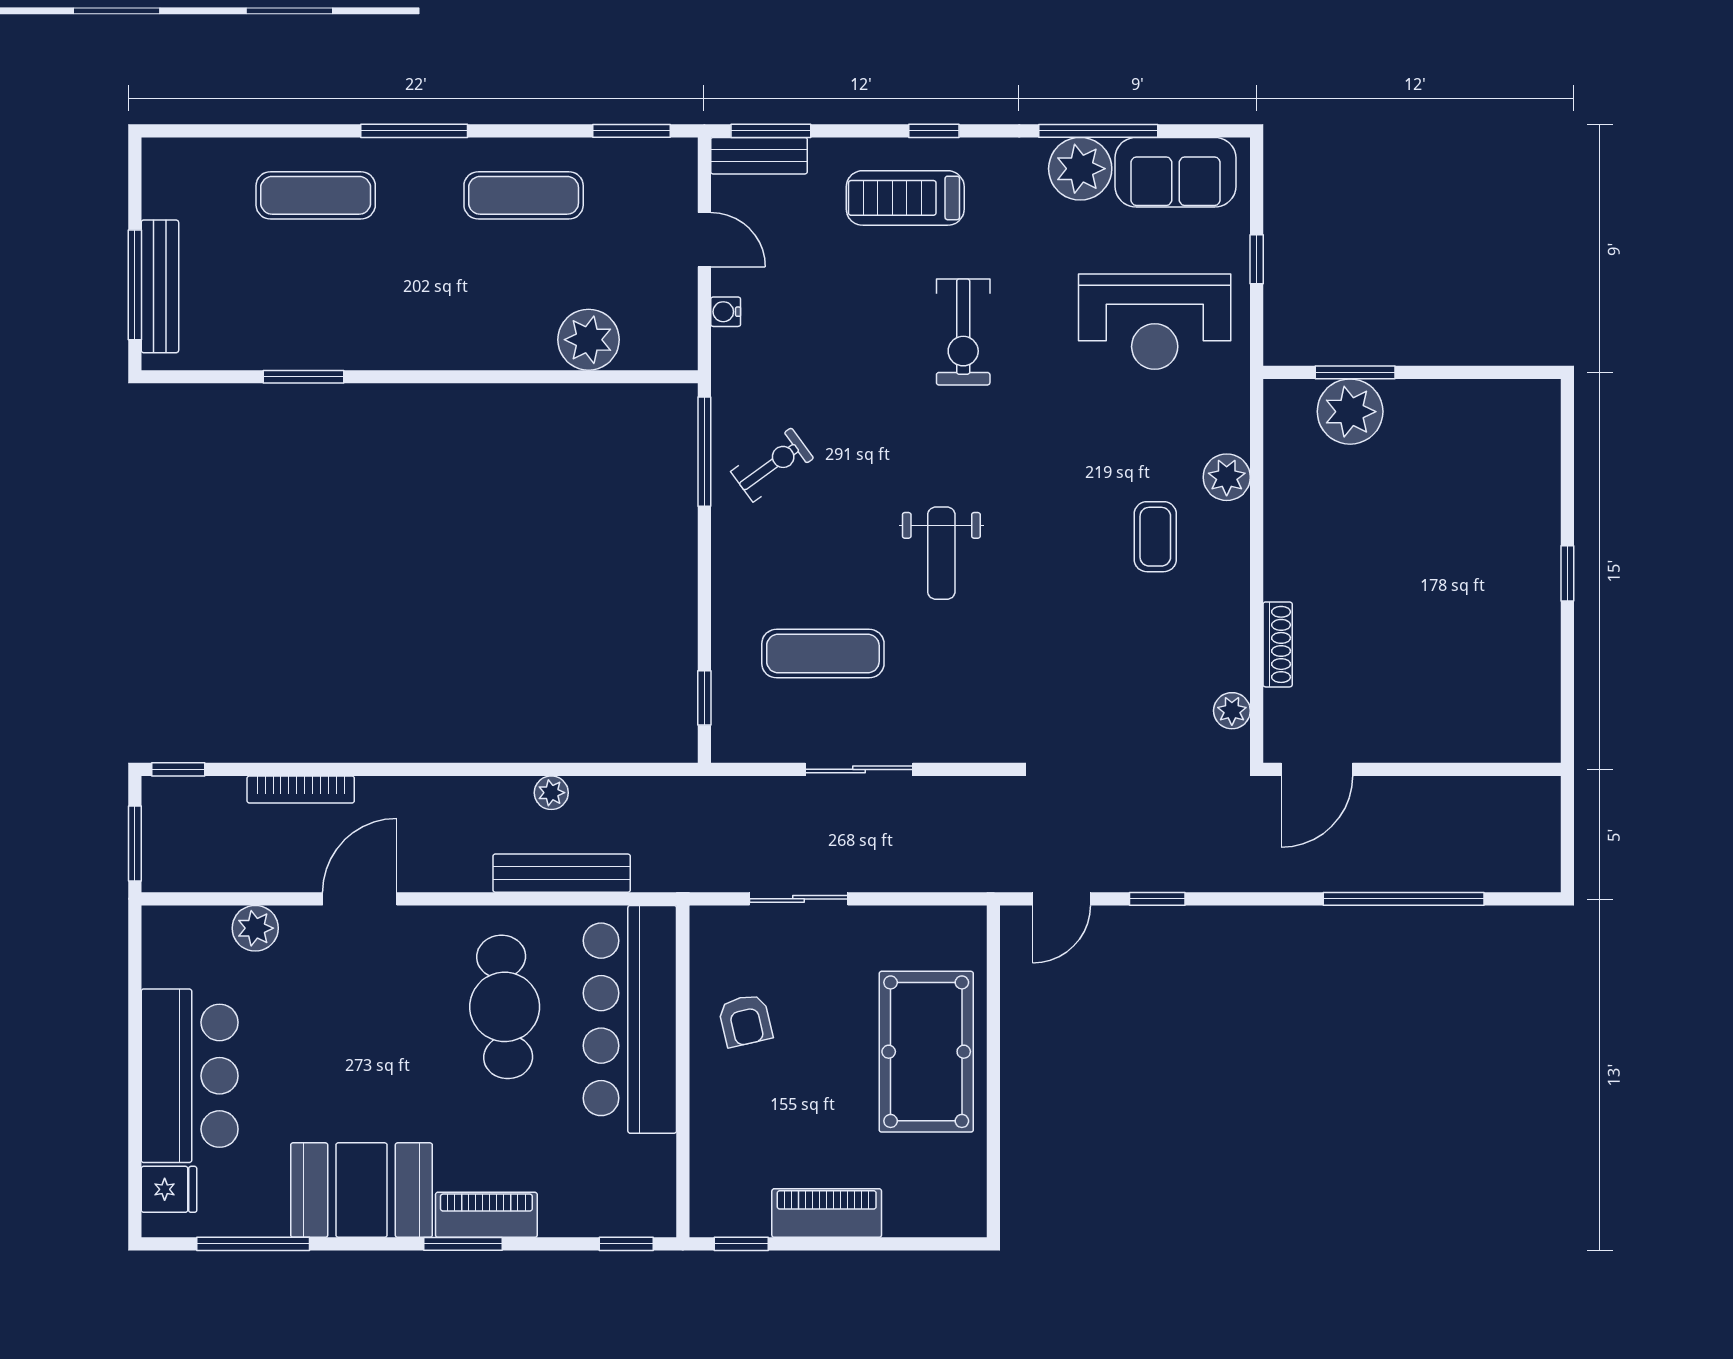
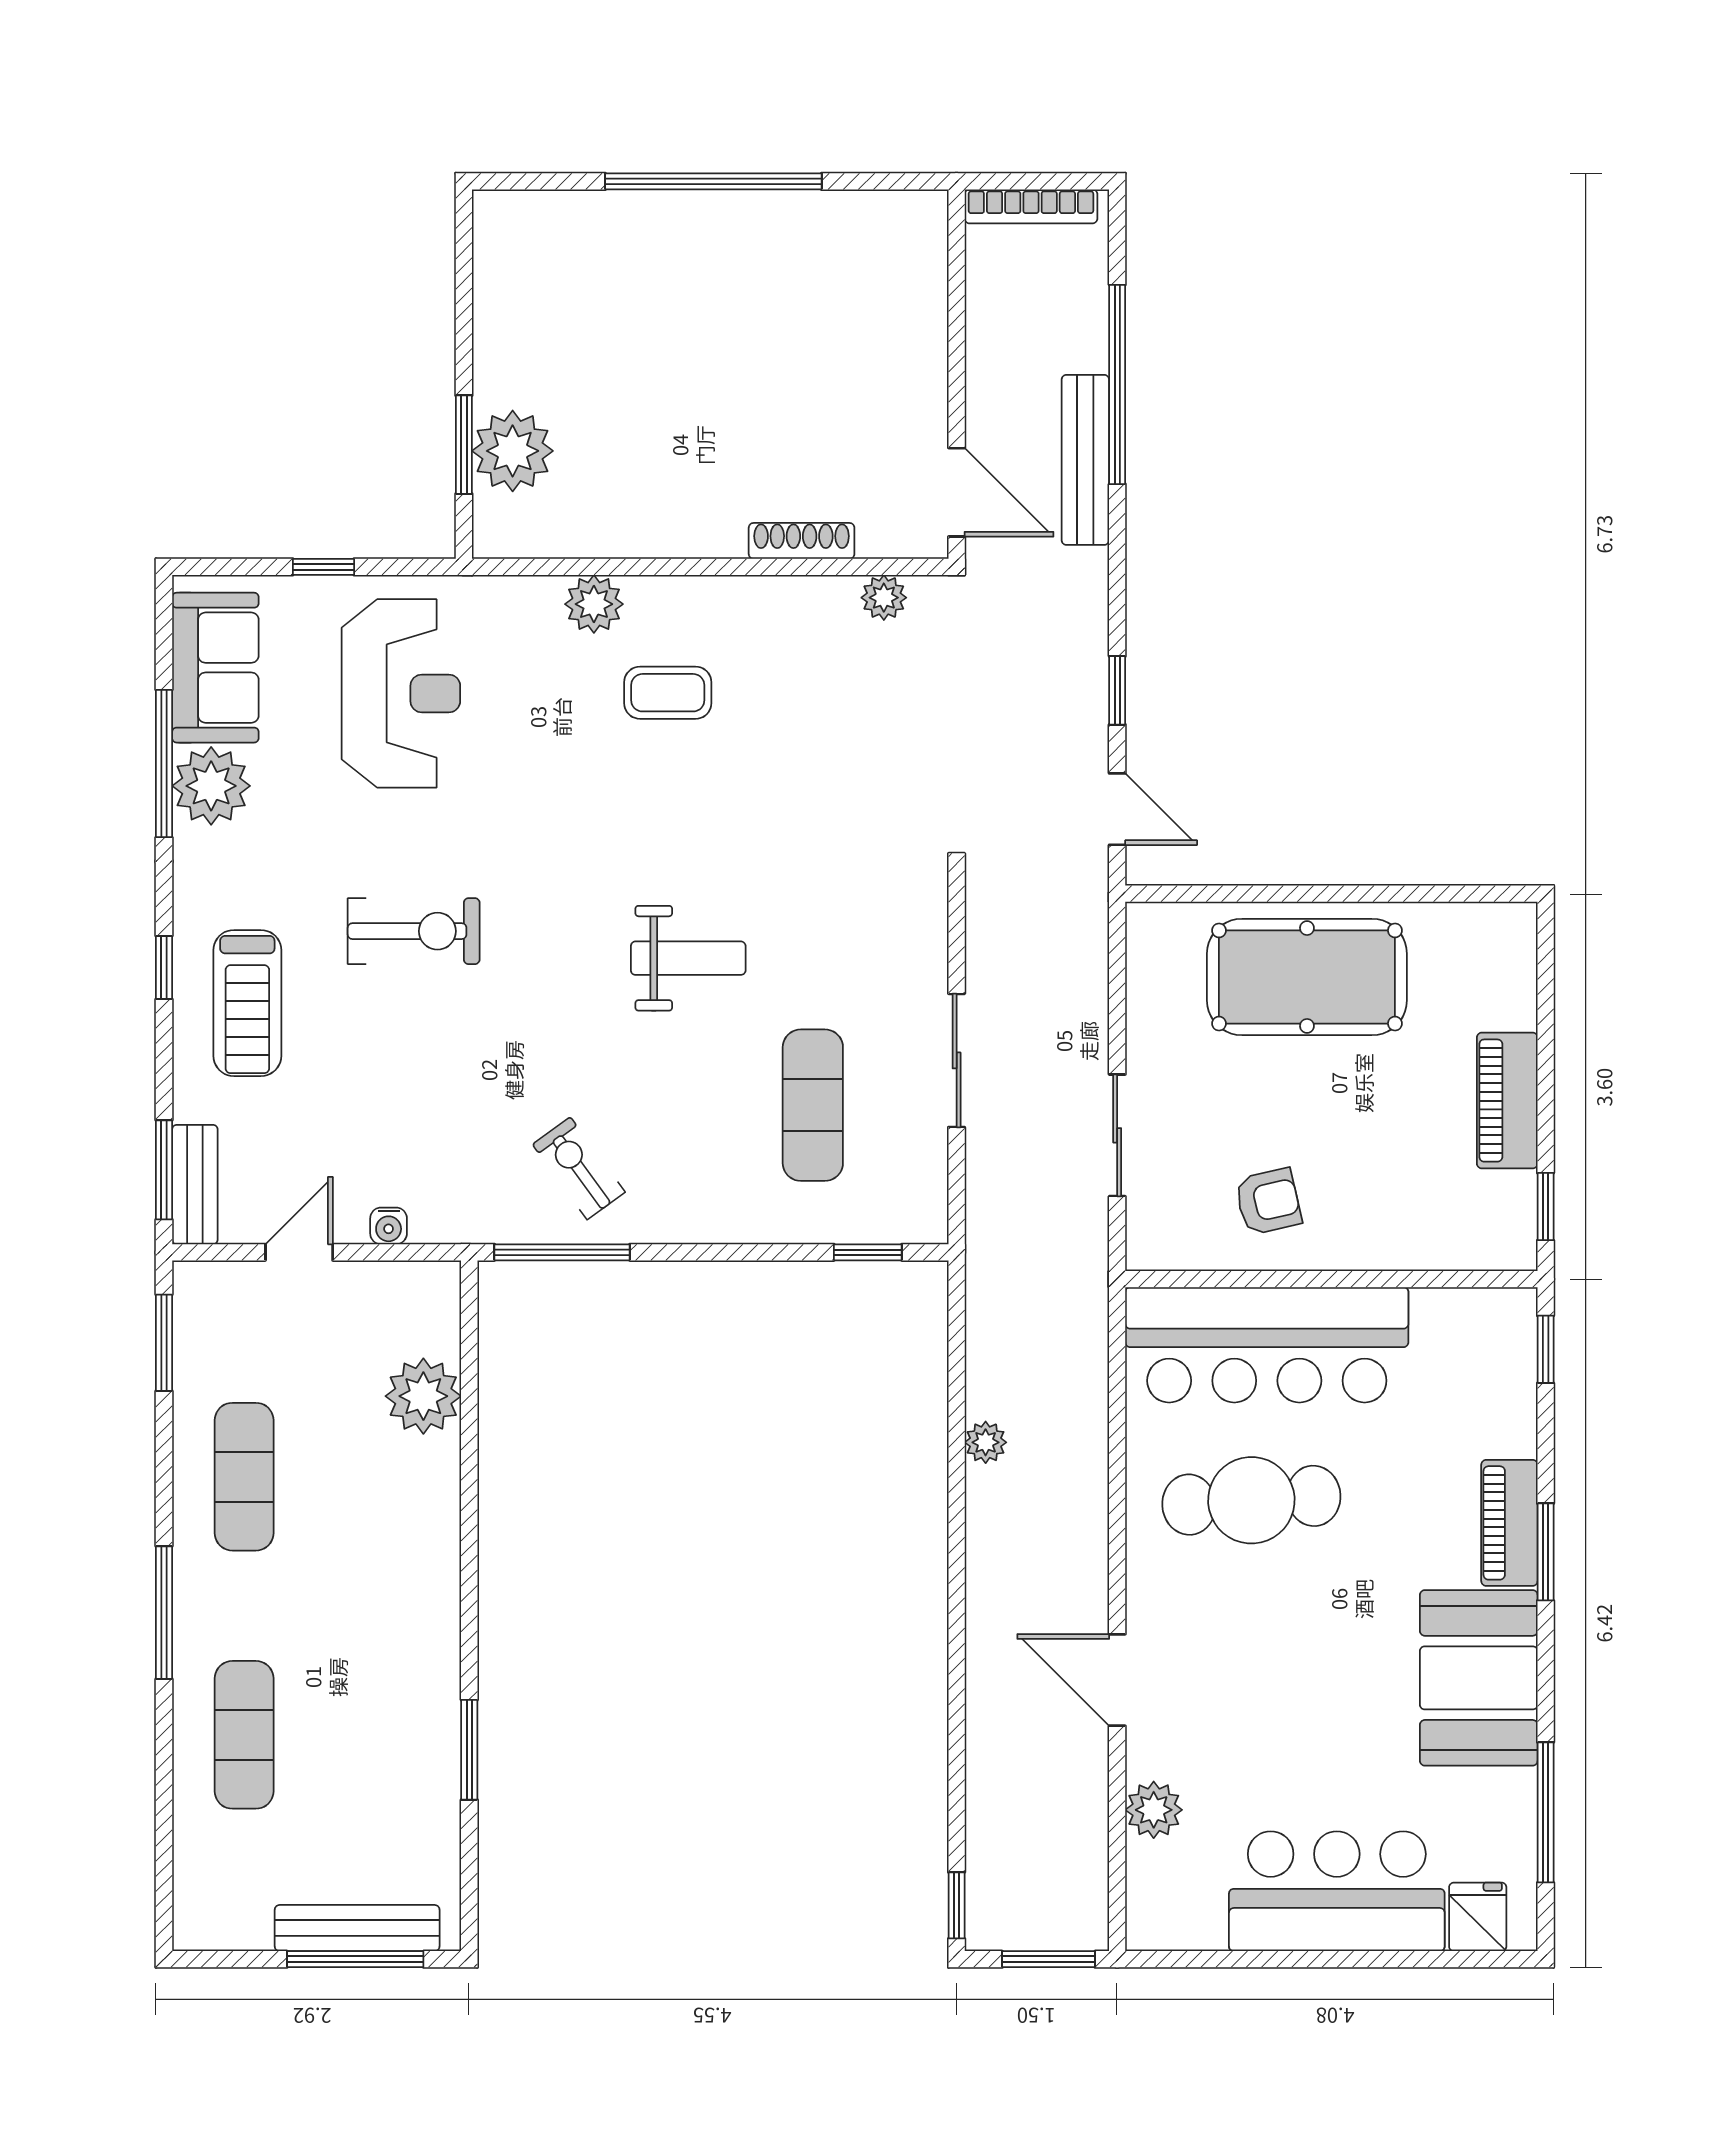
window: (1567, 573) -> (713, 181), width x3.17
bookcase: (301, 790) -> (1031, 206), moved, turned 90
bench: (562, 873) -> (1085, 460), moved

